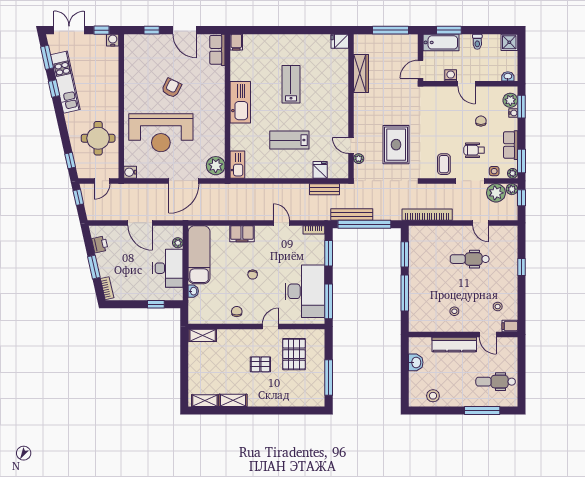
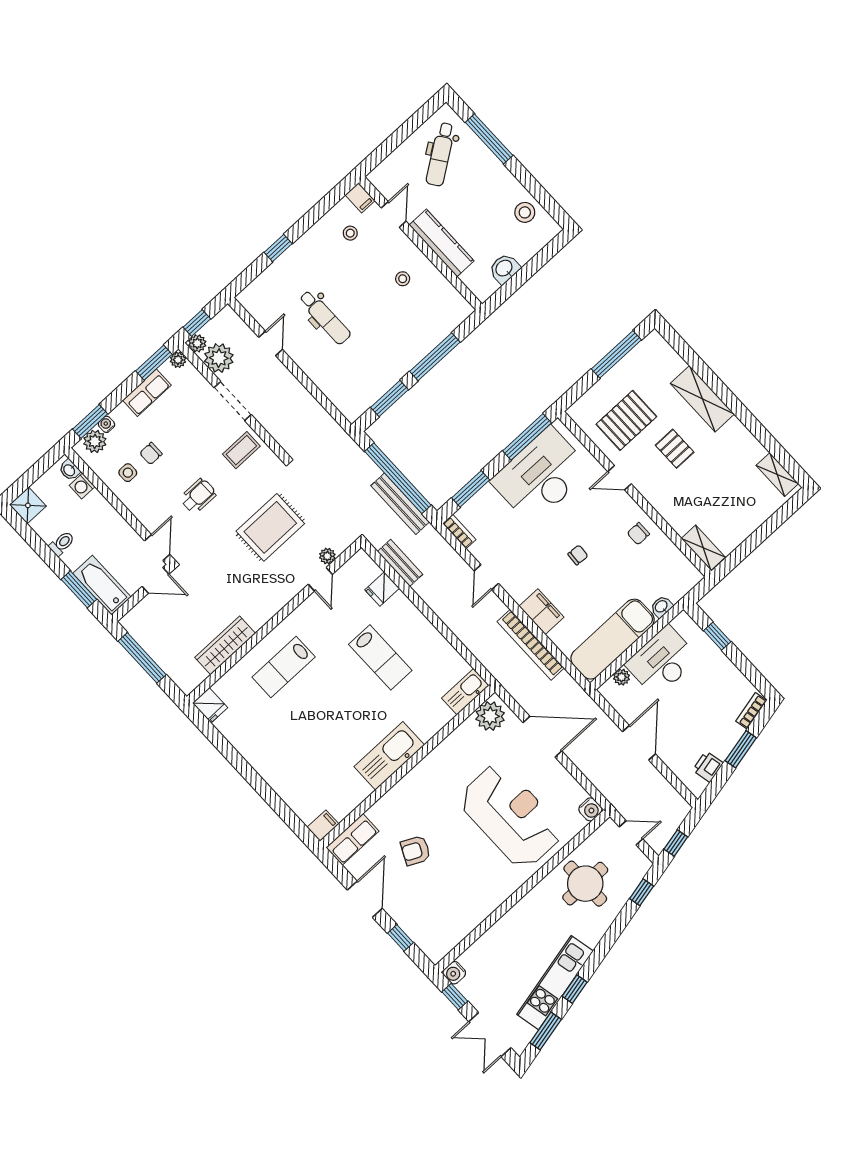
washing machine: (451, 75) -> (82, 486), moved
lab bench: (291, 84) -> (284, 667), moved
door: (467, 84) -> (157, 548), moved
armchair: (171, 88) -> (416, 851), moved
wheelchair: (474, 150) -> (198, 496), moved, turned -90
side table: (494, 171) -> (128, 473), moved
bookcase: (427, 215) -> (531, 645), moved
dental chair: (496, 382) -> (441, 154), turned 55
shelving: (233, 400) -> (702, 399), moved, width x1.50, depth x1.33

